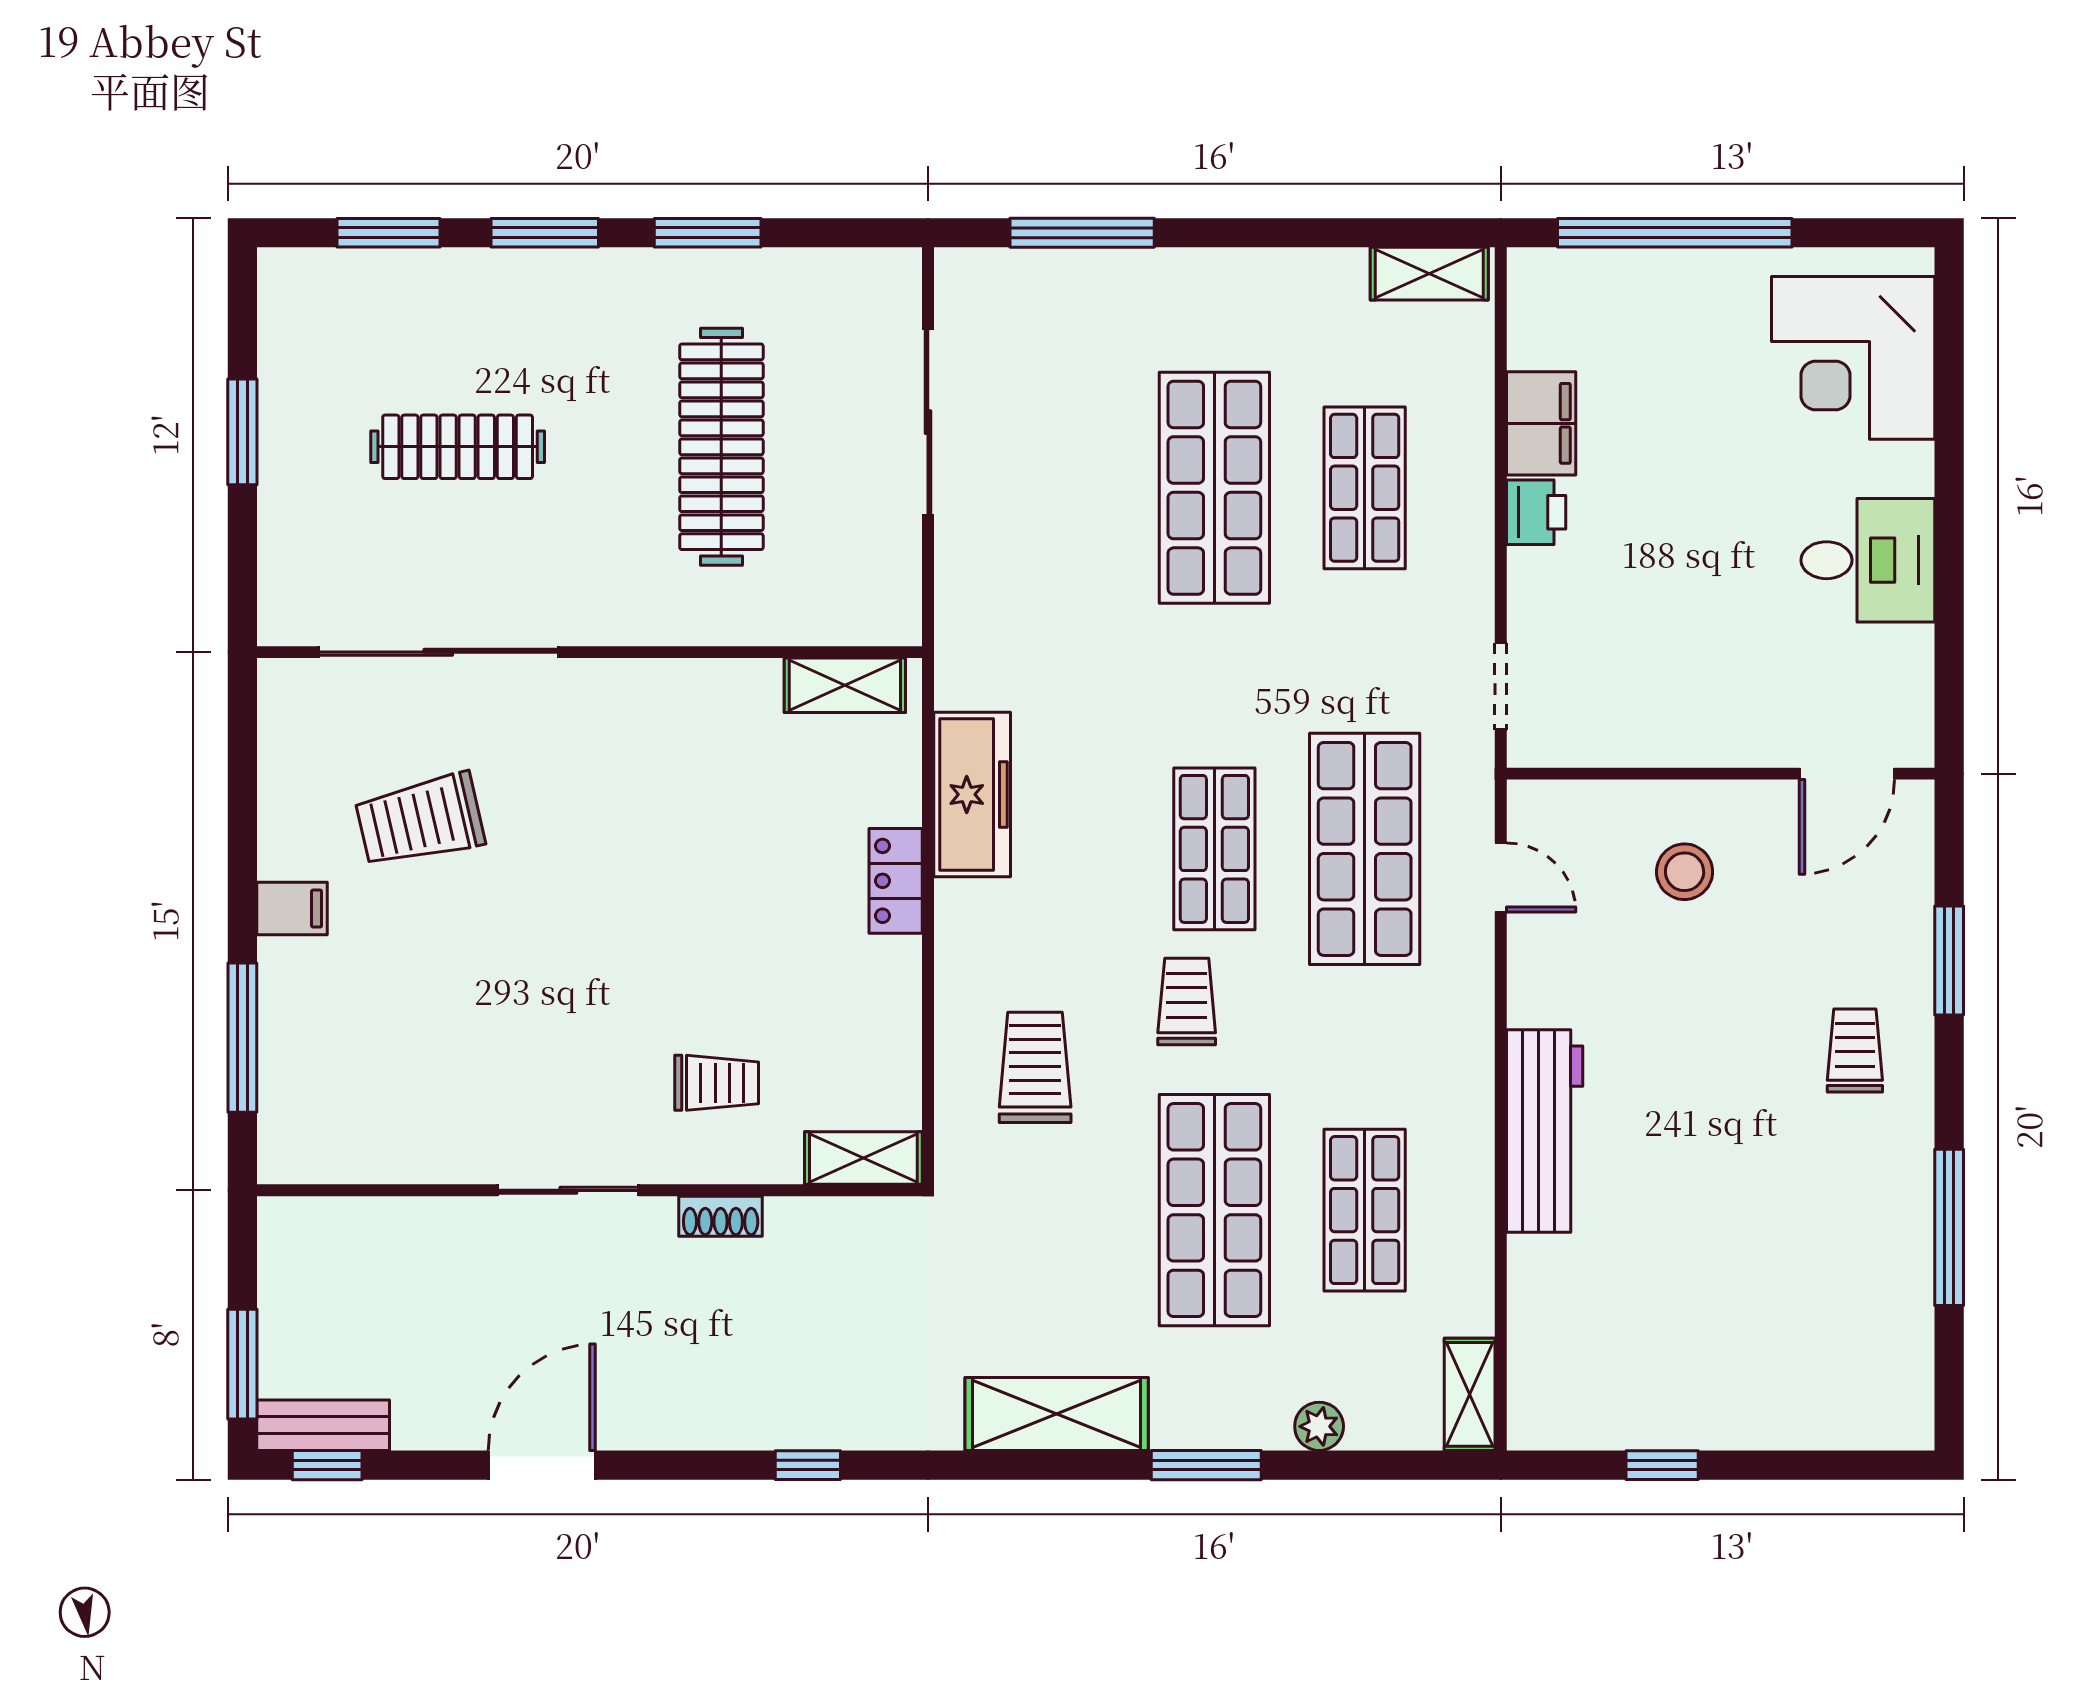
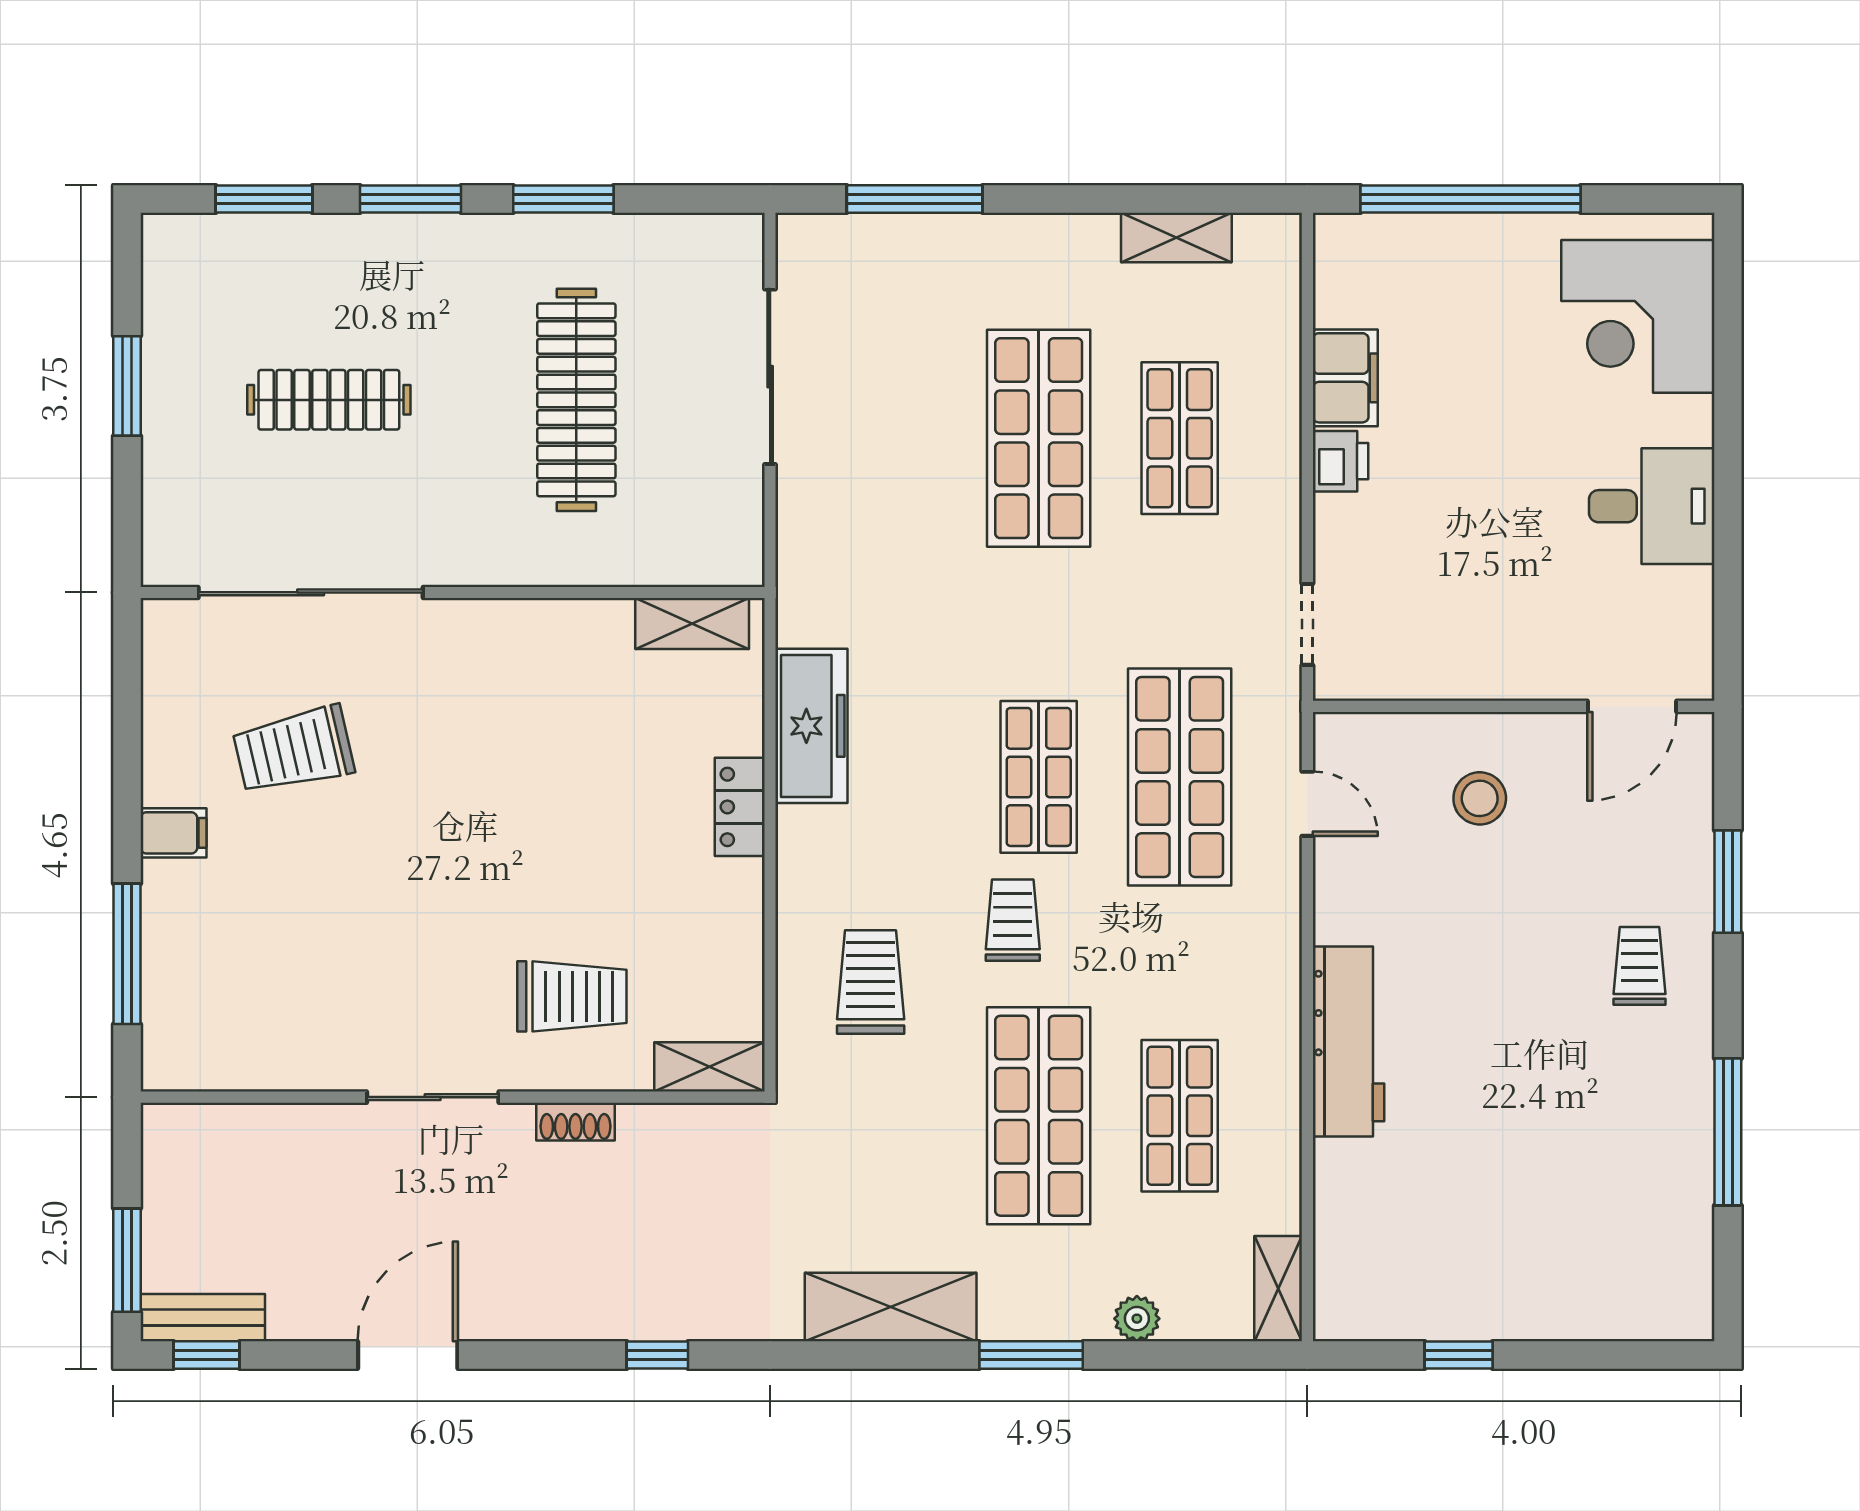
shelving: (1429, 274) -> (1176, 237), moved
trolley: (717, 1083) -> (572, 996), width x1.36, depth x1.39

